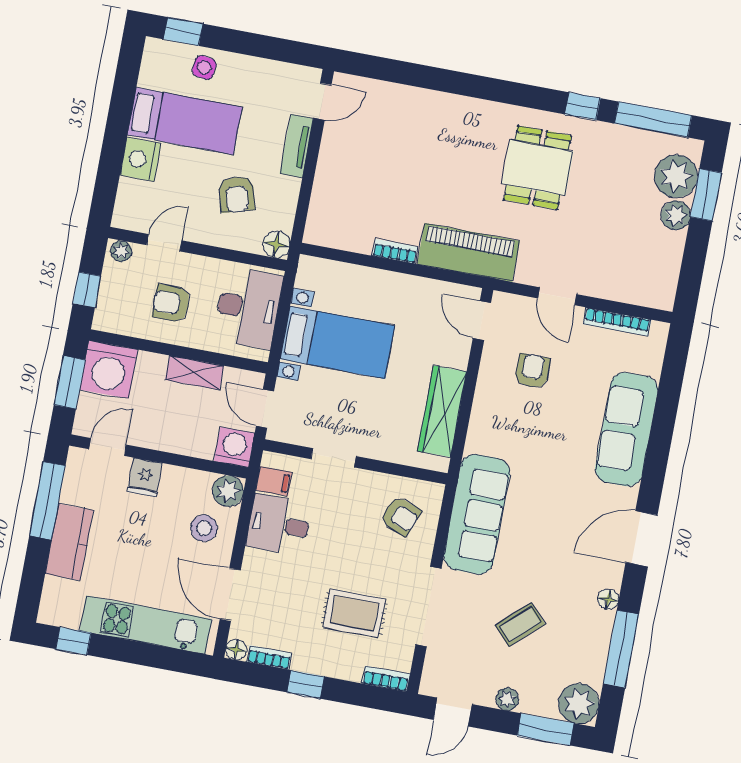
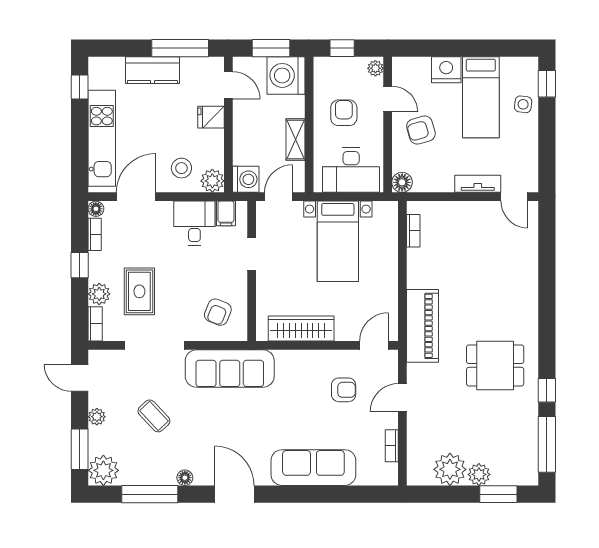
plant: (676, 176) -> (450, 469), moved
armchair: (237, 194) -> (421, 130), moved
bookcase: (395, 251) -> (413, 231), moved
bookcase: (617, 322) -> (392, 446), width x0.64
plant: (348, 666) -> (99, 294), added

